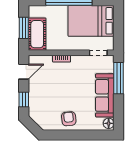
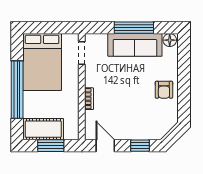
cot: (37, 34) -> (43, 129), moved
window: (119, 78) -> (134, 28), moved
armchair: (69, 119) -> (164, 90), turned -83

